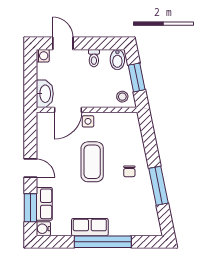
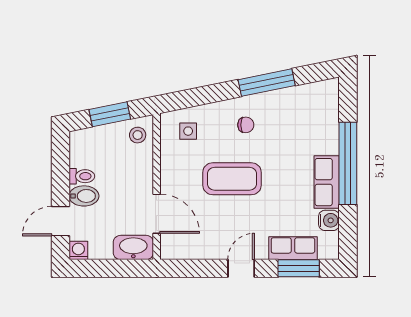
bidet: (117, 60) -> (84, 196), moved
side table: (88, 121) -> (188, 131), moved
water cooler: (43, 229) -> (329, 220), moved, turned -90

